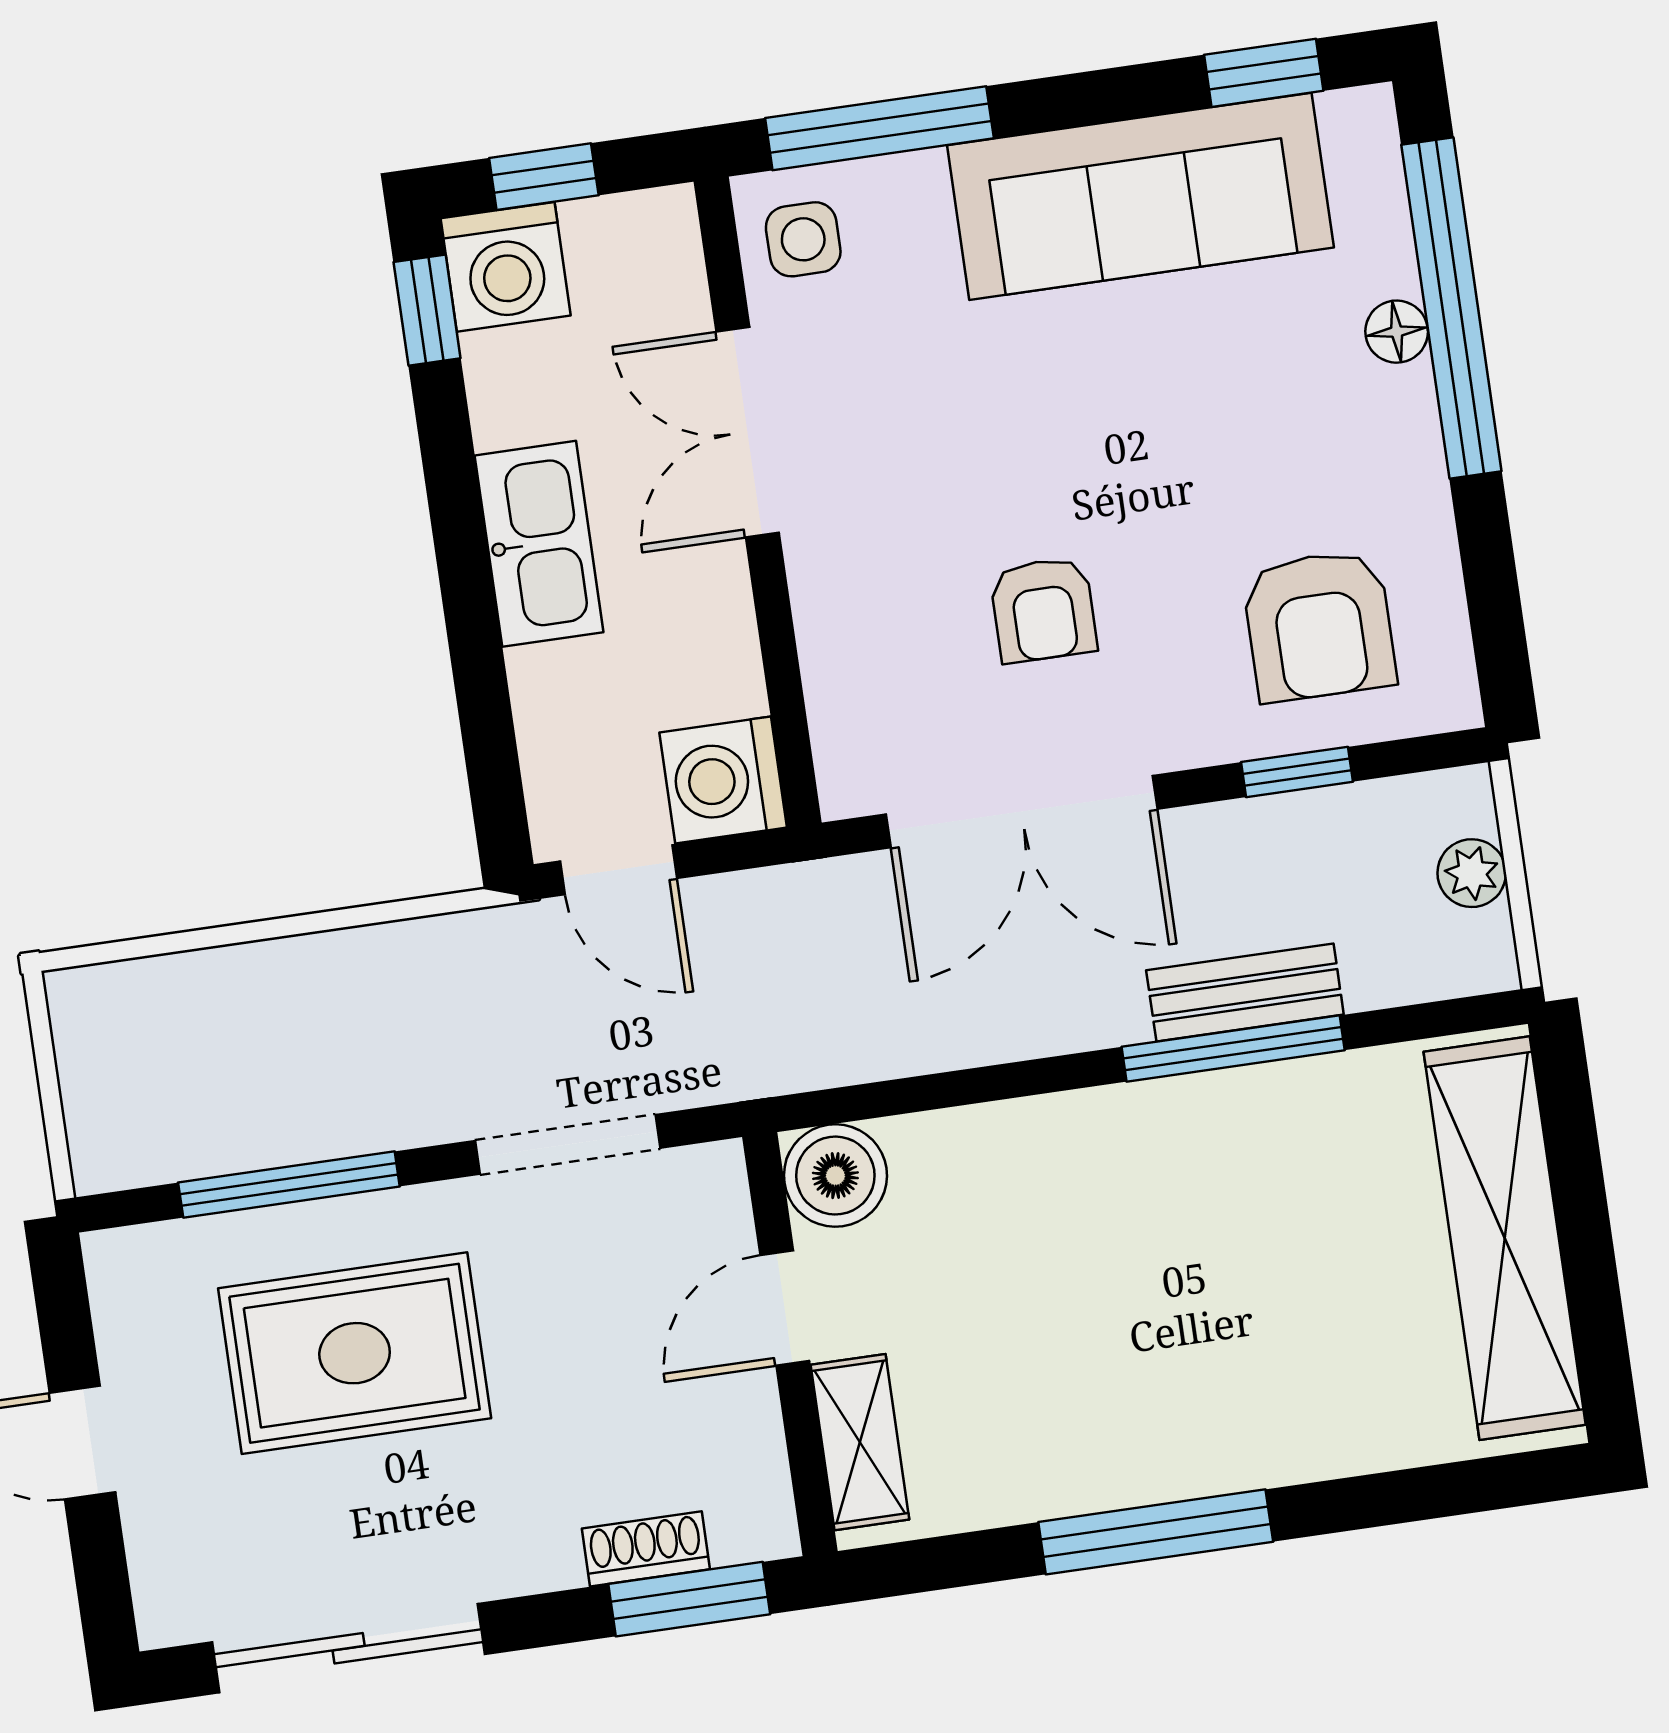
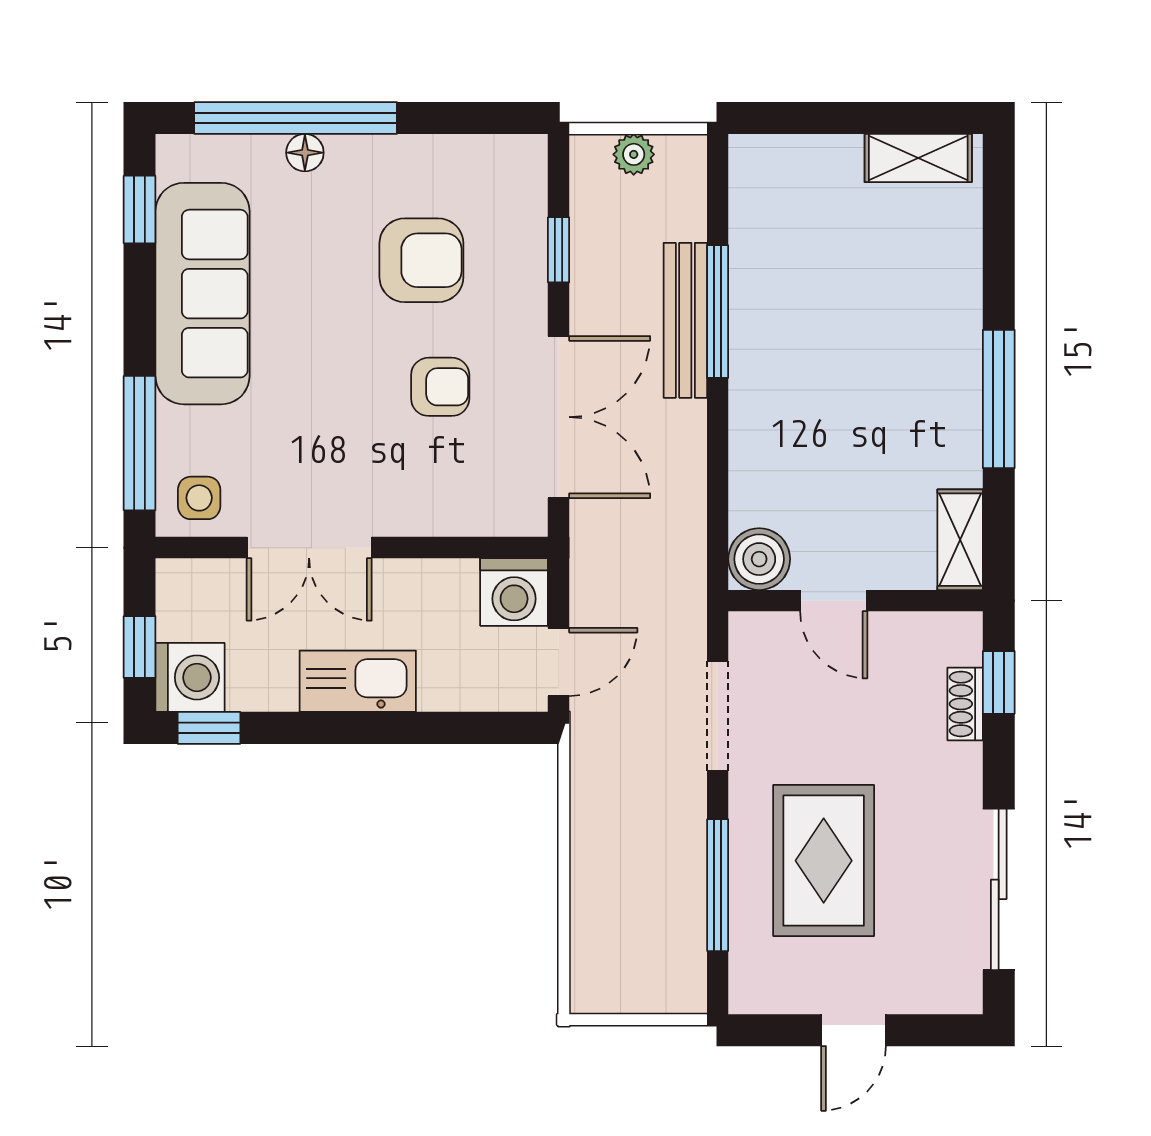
armchair: (1319, 626) -> (421, 260), moved
bench: (1245, 992) -> (685, 320), width x1.36
shelving: (1505, 1238) -> (918, 158), width x0.45, depth x0.75
shelving: (860, 1442) -> (960, 540), moved, turned 90
window: (689, 1599) -> (999, 682), width x0.67

